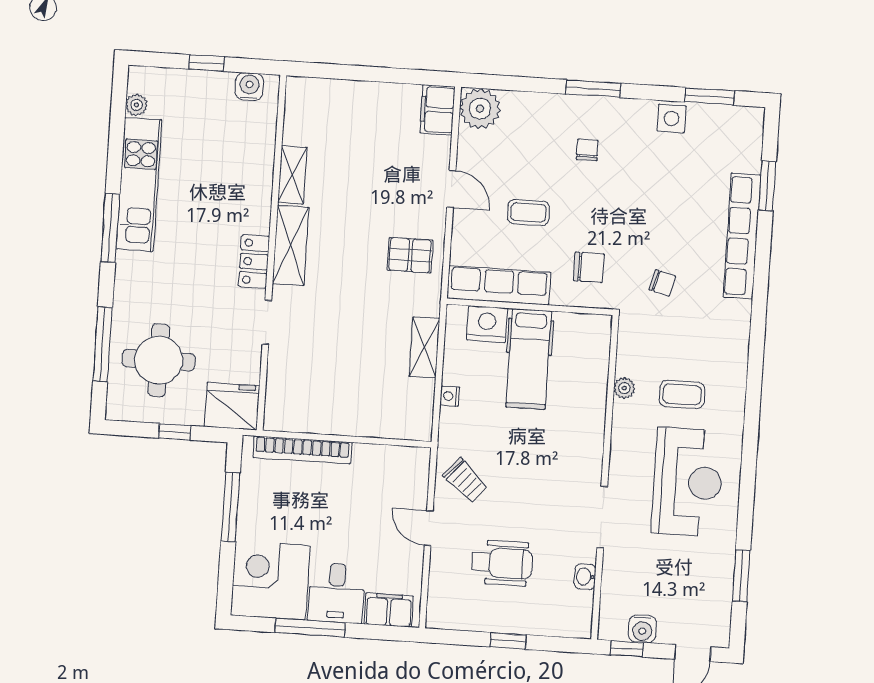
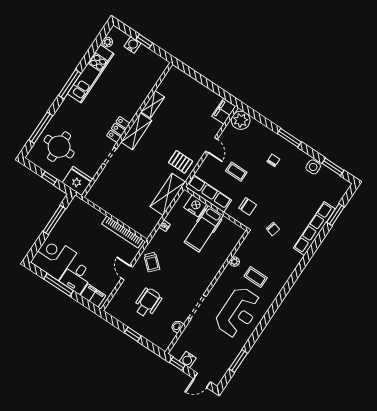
water cooler: (249, 87) -> (133, 45), moved
shelving: (424, 347) -> (168, 194), width x1.50, depth x1.33
bookcase: (302, 450) -> (123, 232), moved
wheelchair: (502, 563) -> (148, 302), turned -90

